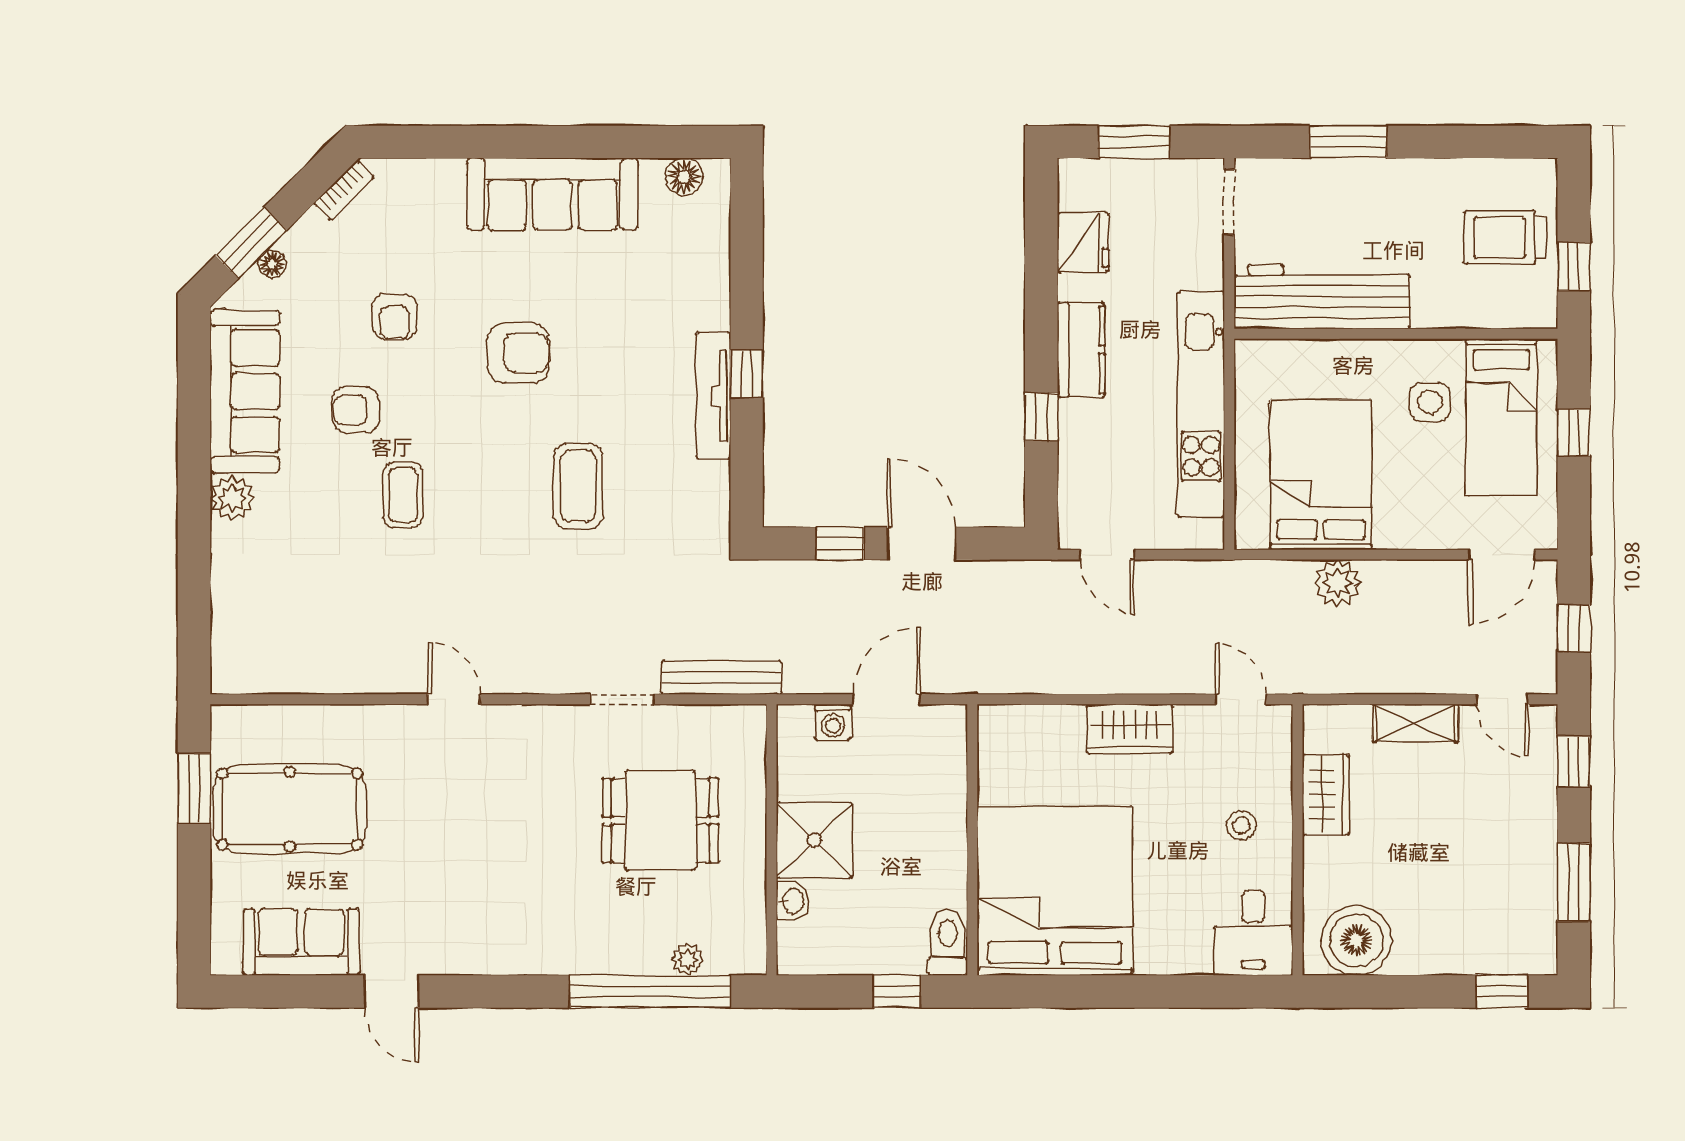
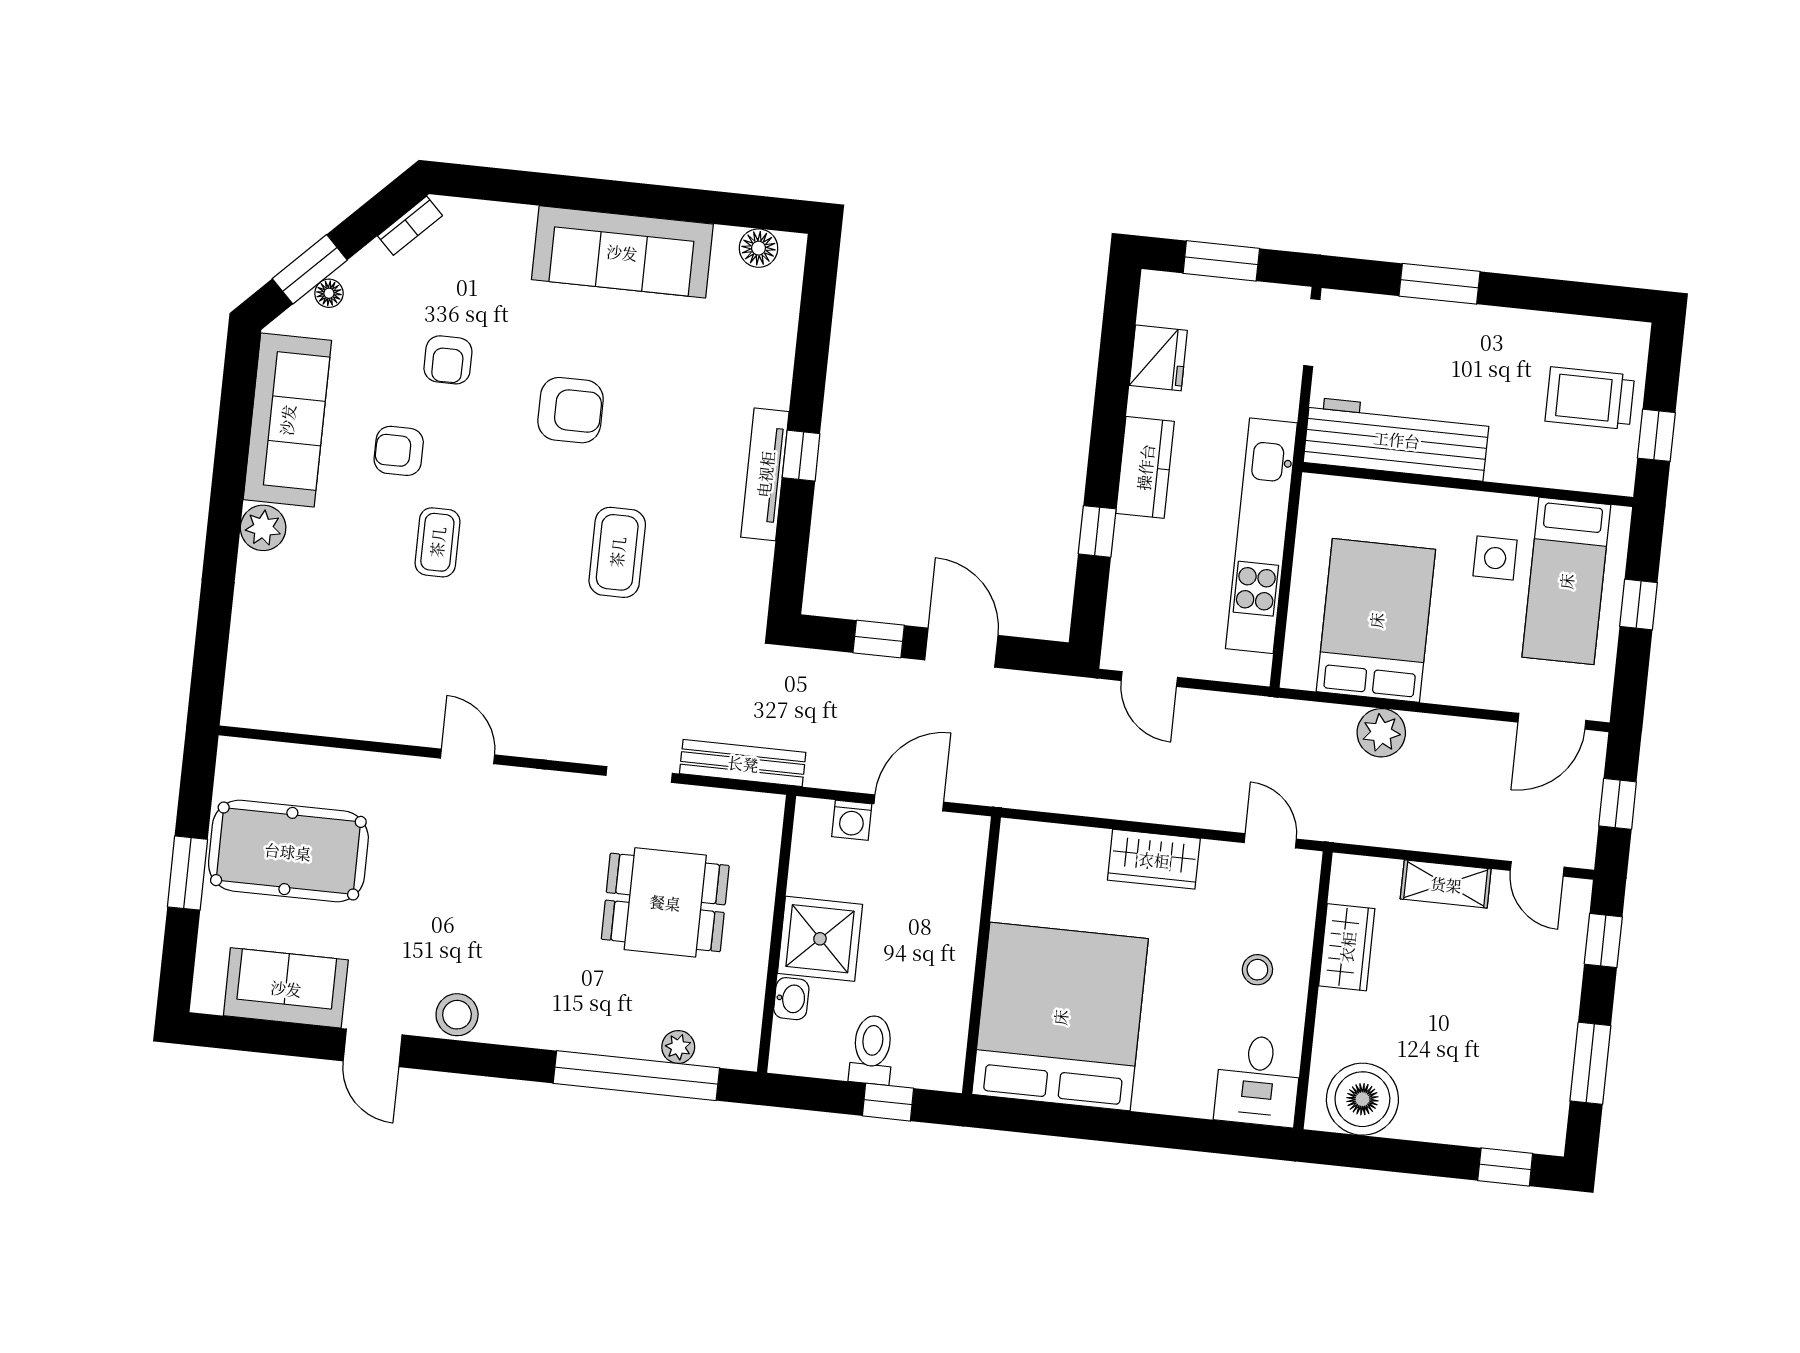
window: (194, 788) -> (187, 873), moved
toilet: (947, 942) -> (872, 1050), moved
stool: (470, 951) -> (457, 1015), added

